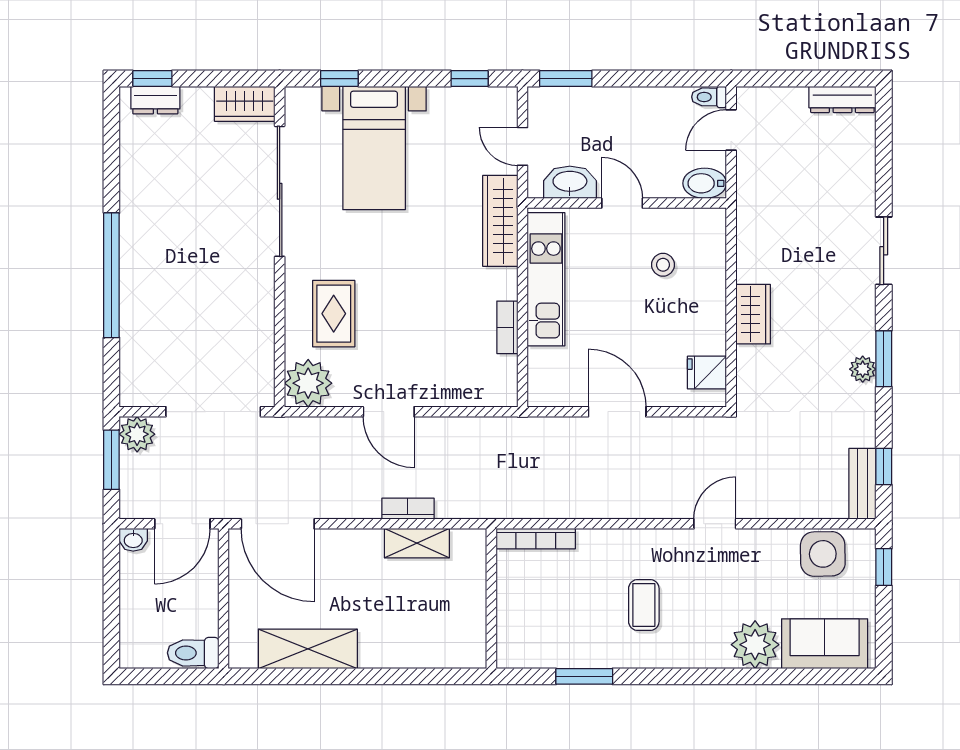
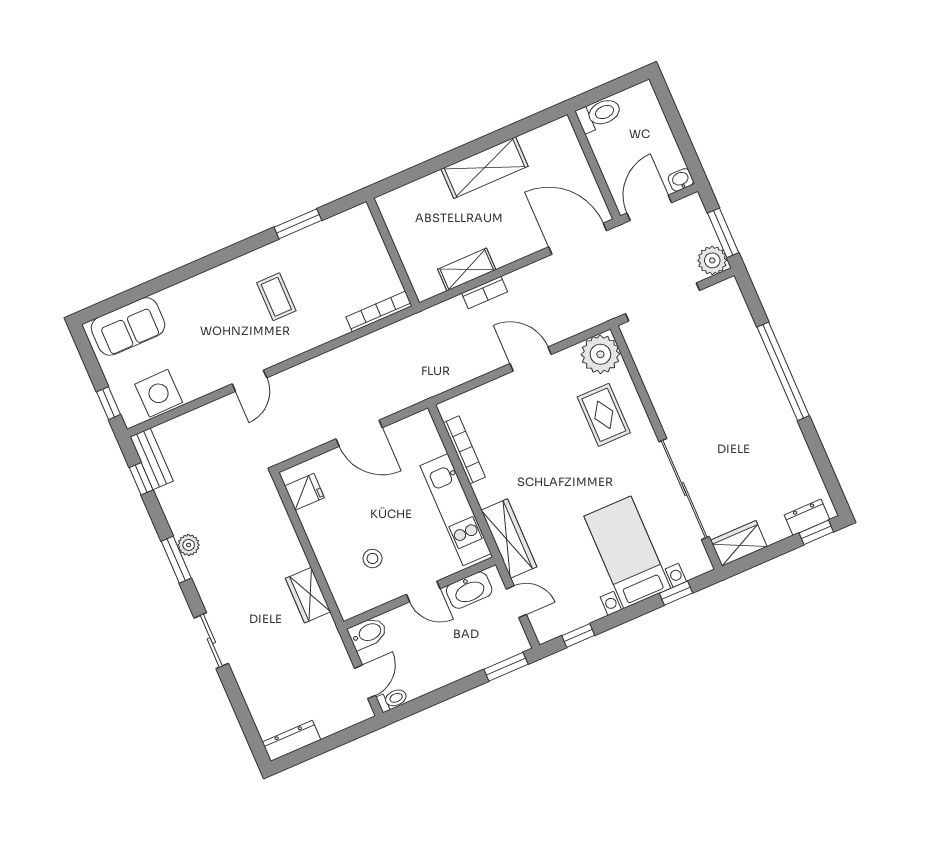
wardrobe: (753, 314) -> (308, 595), moved
bookcase: (507, 327) -> (464, 450), width x1.56
plant: (755, 645) -> (180, 303), removed
shelving: (308, 649) -> (485, 168), moved

